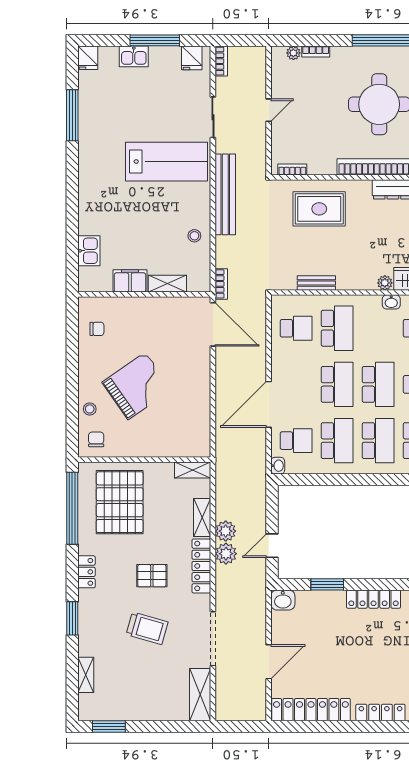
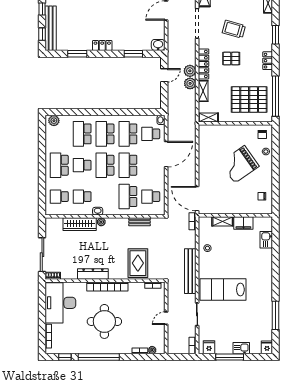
rug: (319, 209) -> (138, 263), turned 90
pallet: (120, 502) -> (249, 100), turned 90
locker: (374, 599) -> (102, 45), width x0.66

